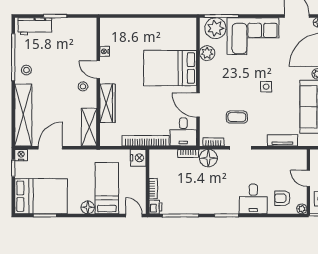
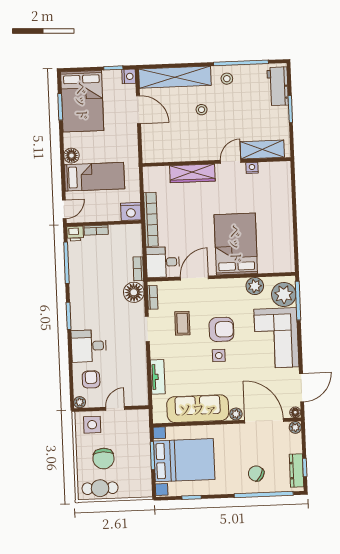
armchair: (244, 83) -> (221, 329), added
stool: (83, 86) -> (202, 110), moved
shelving: (89, 127) -> (262, 150), moved

